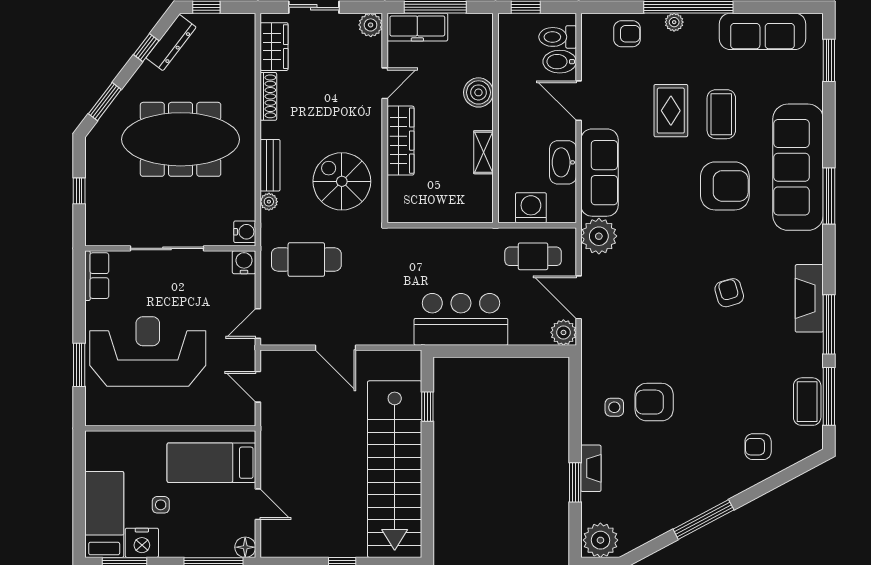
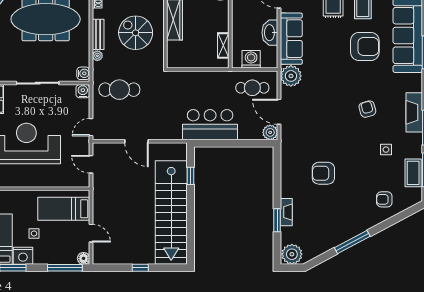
shelving: (483, 152) -> (223, 45), moved
spiral stairs: (342, 181) -> (136, 33), moved
side table: (614, 407) -> (386, 150), moved

